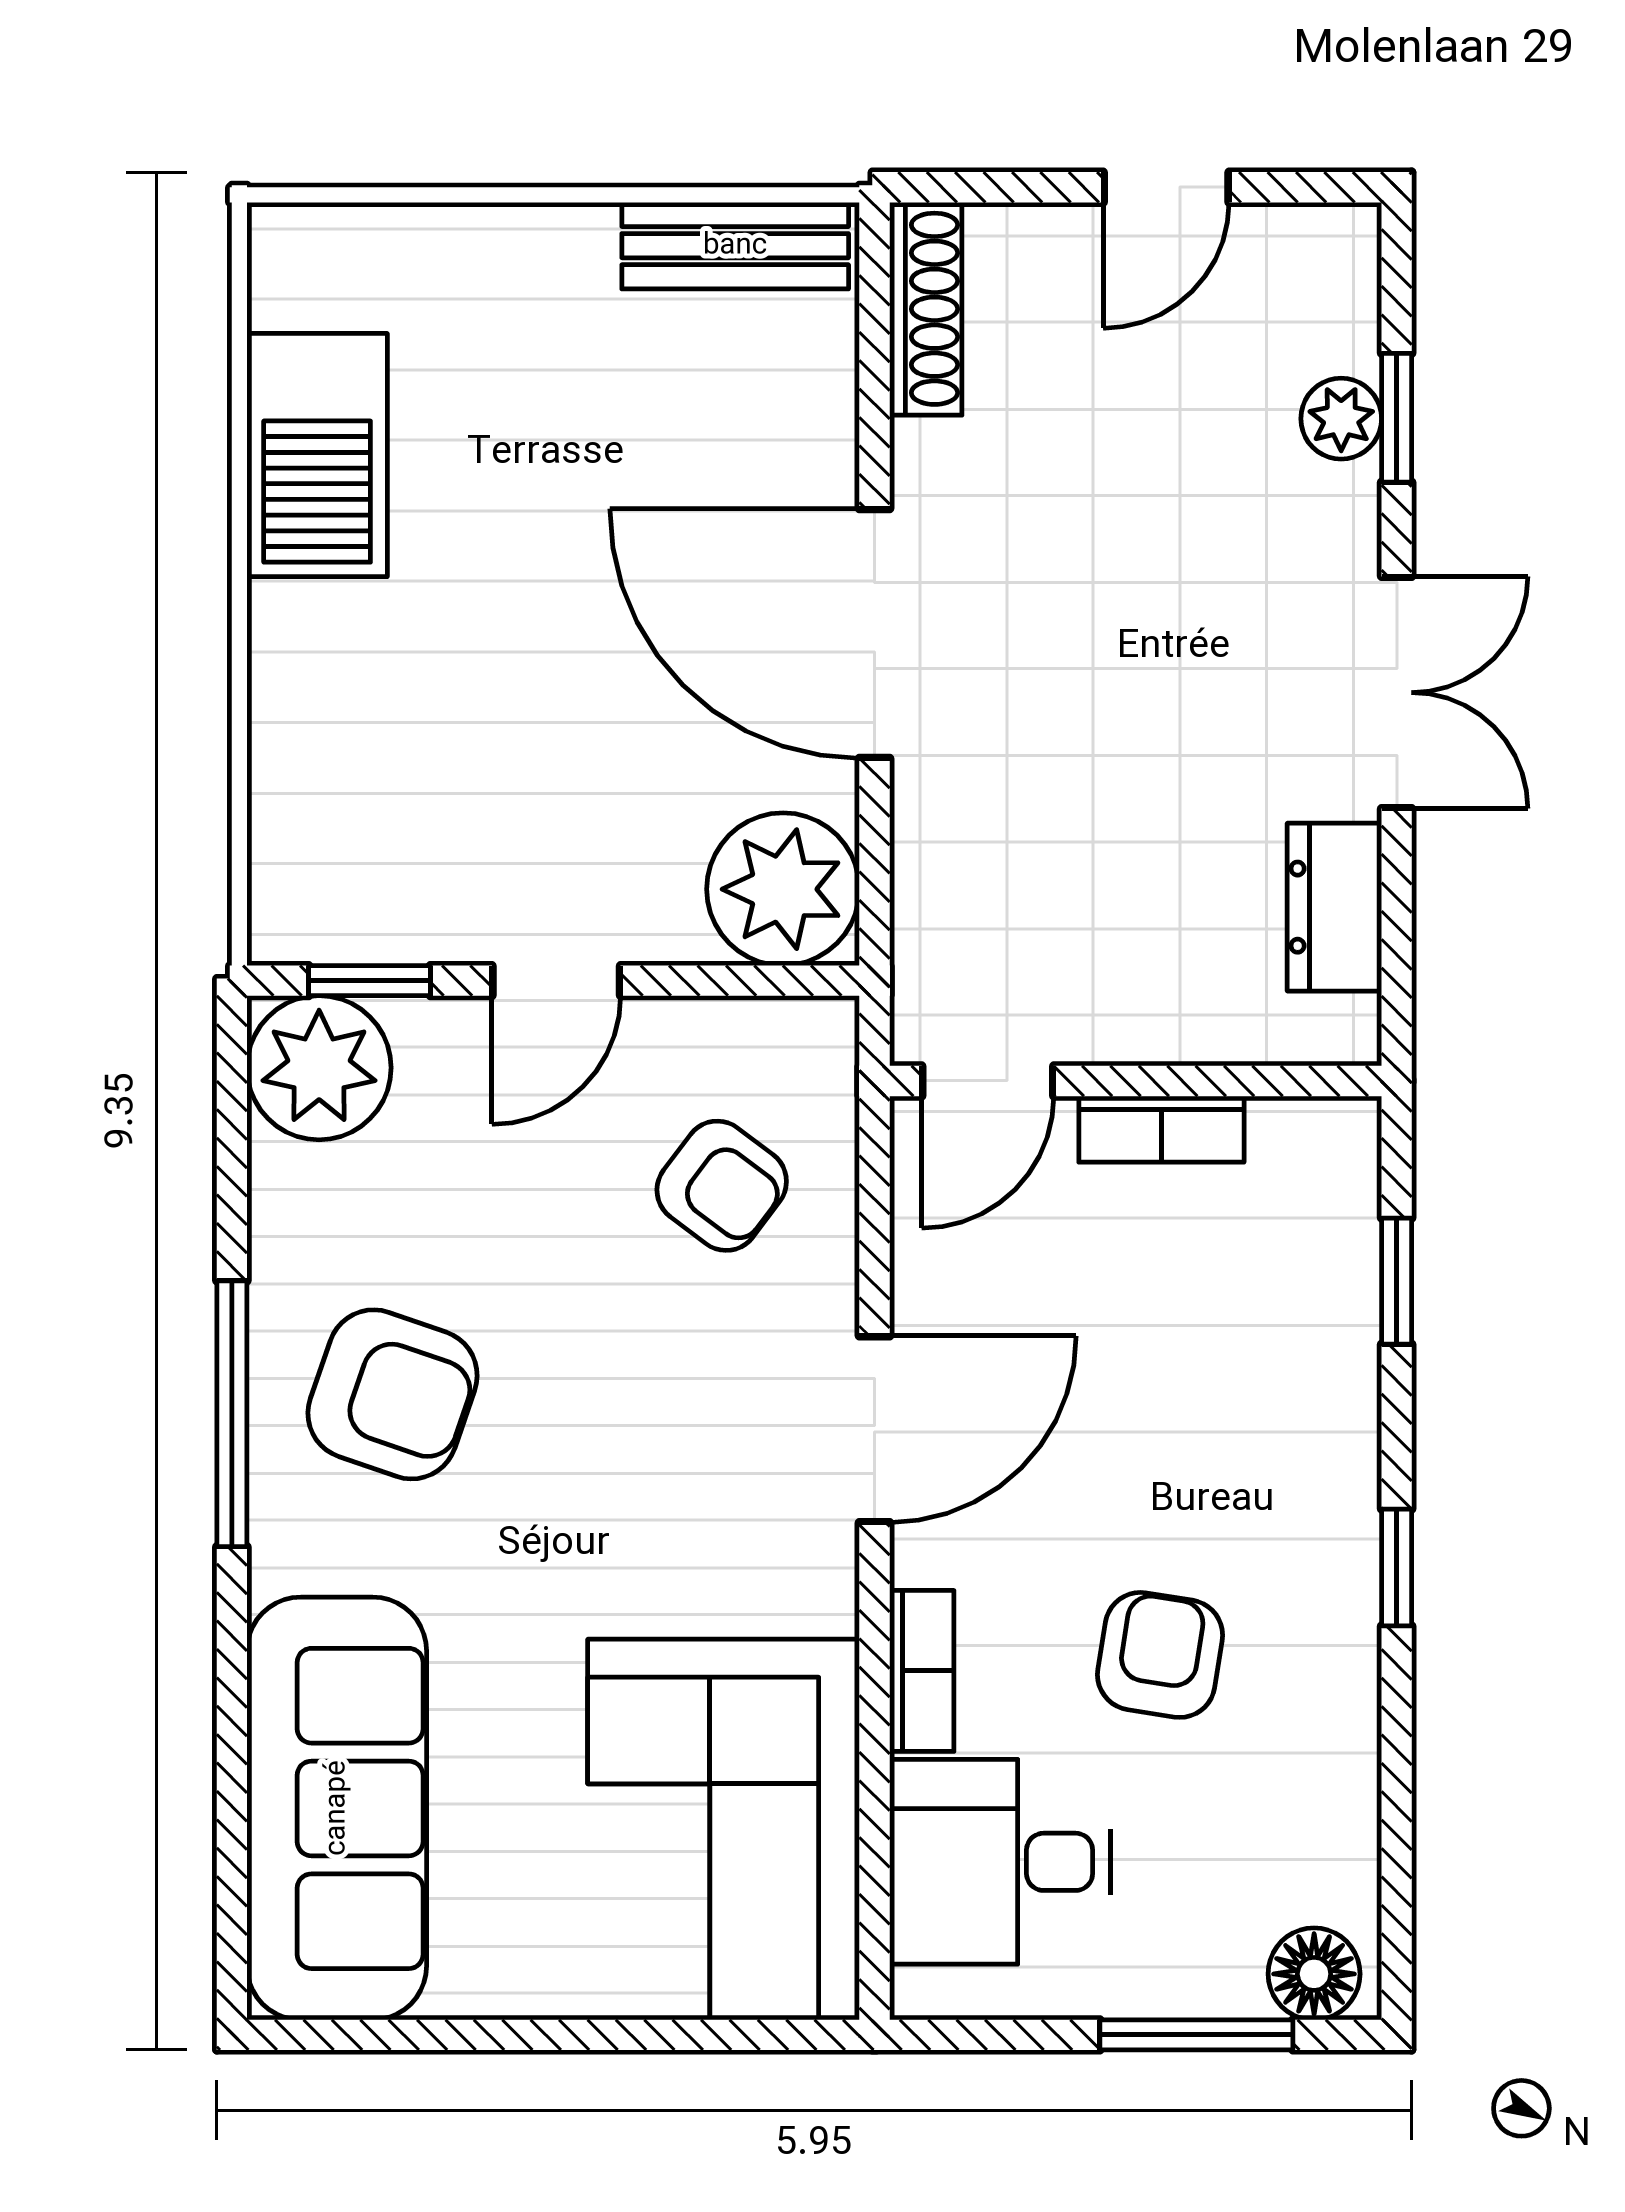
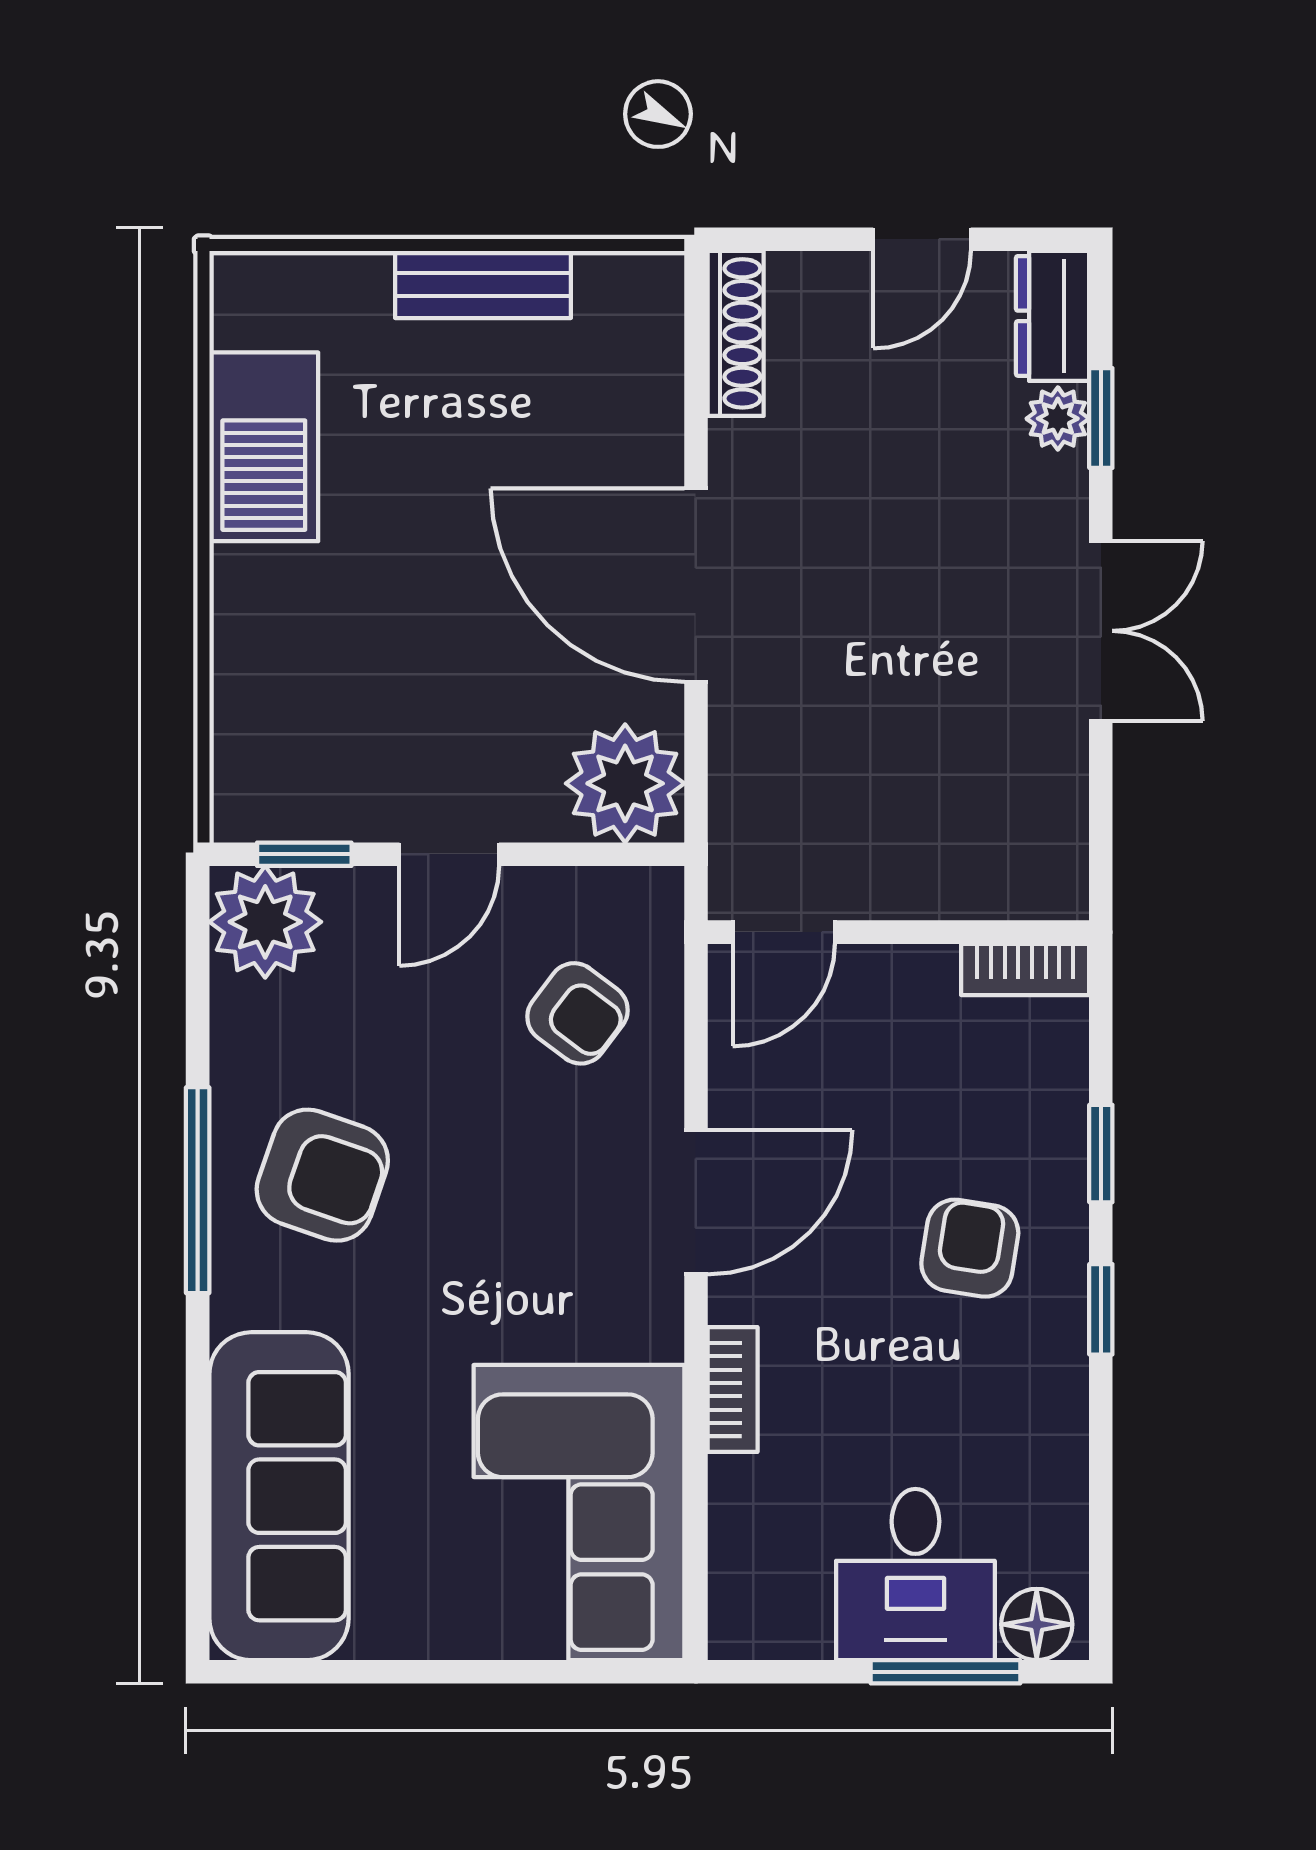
bench: (735, 246) -> (483, 284), moved
dresser: (1334, 907) -> (1053, 316), moved
bookcase: (1161, 1129) -> (1025, 969), moved
window: (1397, 1281) -> (1101, 1154), moved
armchair: (1160, 1655) -> (970, 1248), moved
desk: (1000, 1862) -> (915, 1575), moved, turned -90

